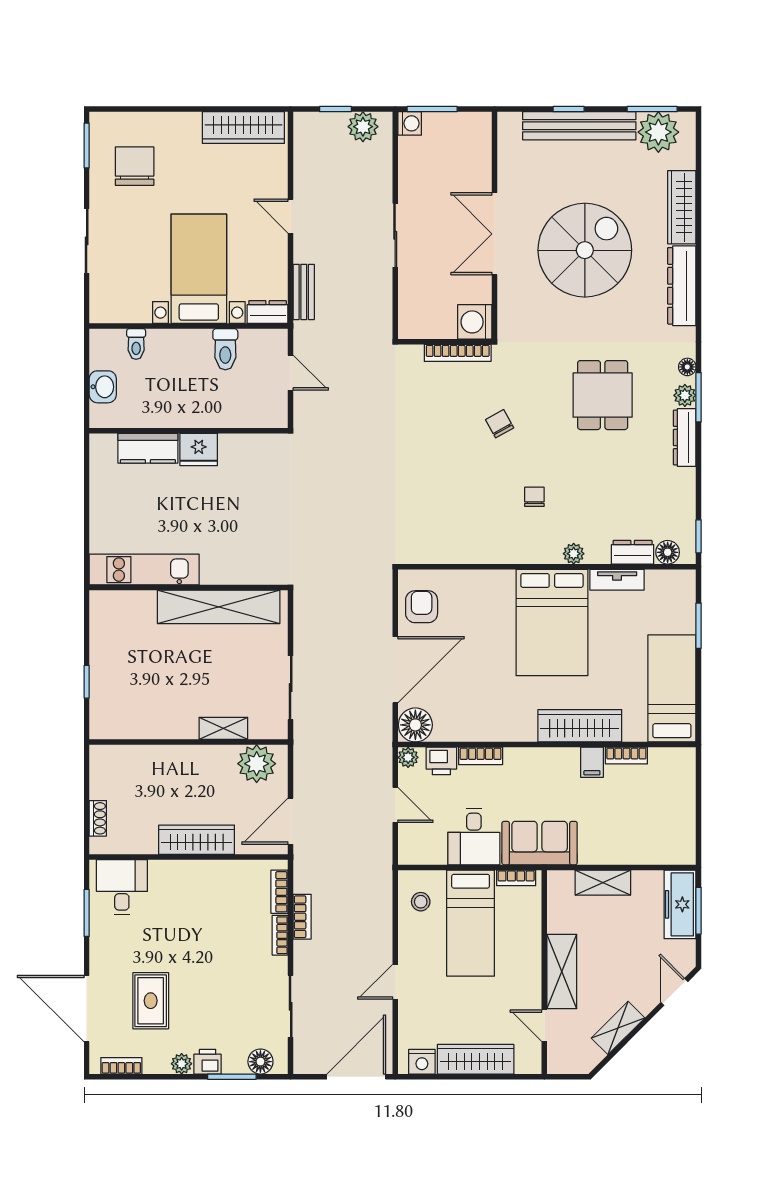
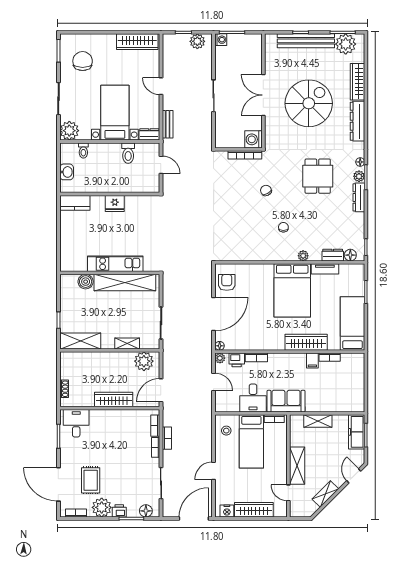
plant: (108, 304) -> (69, 131), added
kitchen counter: (148, 448) -> (75, 203), moved
kitchen unit: (144, 570) -> (115, 264), moved
boiler: (141, 605) -> (86, 282), added
shelving: (131, 723) -> (81, 341), added
floor lamp: (415, 725) -> (220, 346), width x0.53, depth x0.53
plant: (182, 1064) -> (102, 507), width x1.87, depth x1.87

